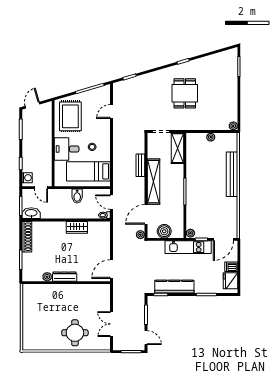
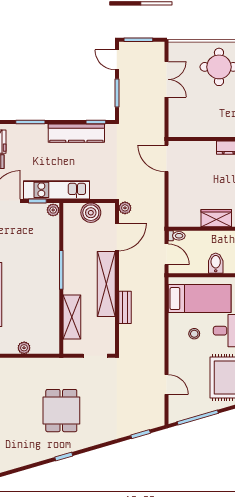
door: (111, 112) -> (167, 384), hinge flipped
shelving: (177, 148) -> (72, 317), moved
door: (111, 269) -> (167, 158), swing flipped

